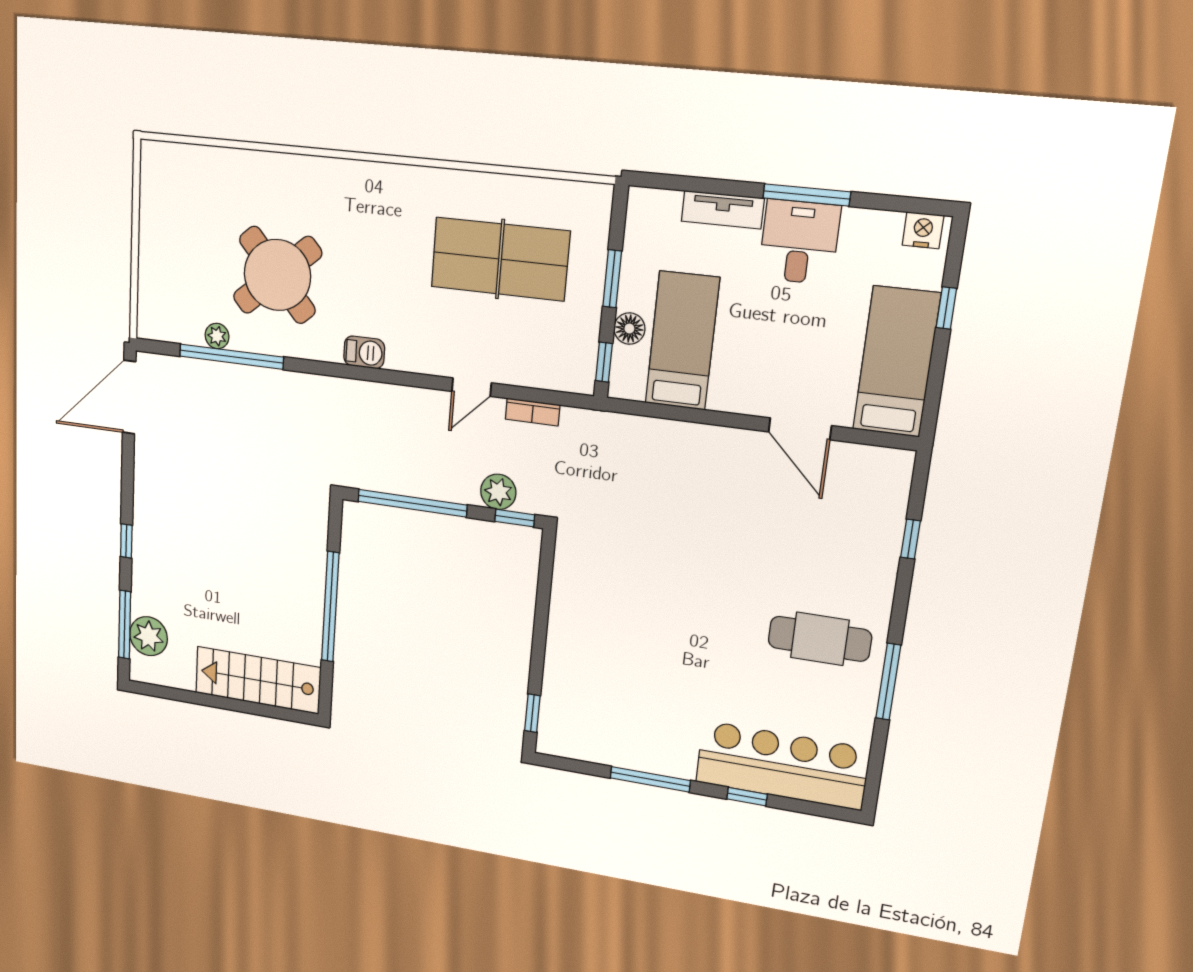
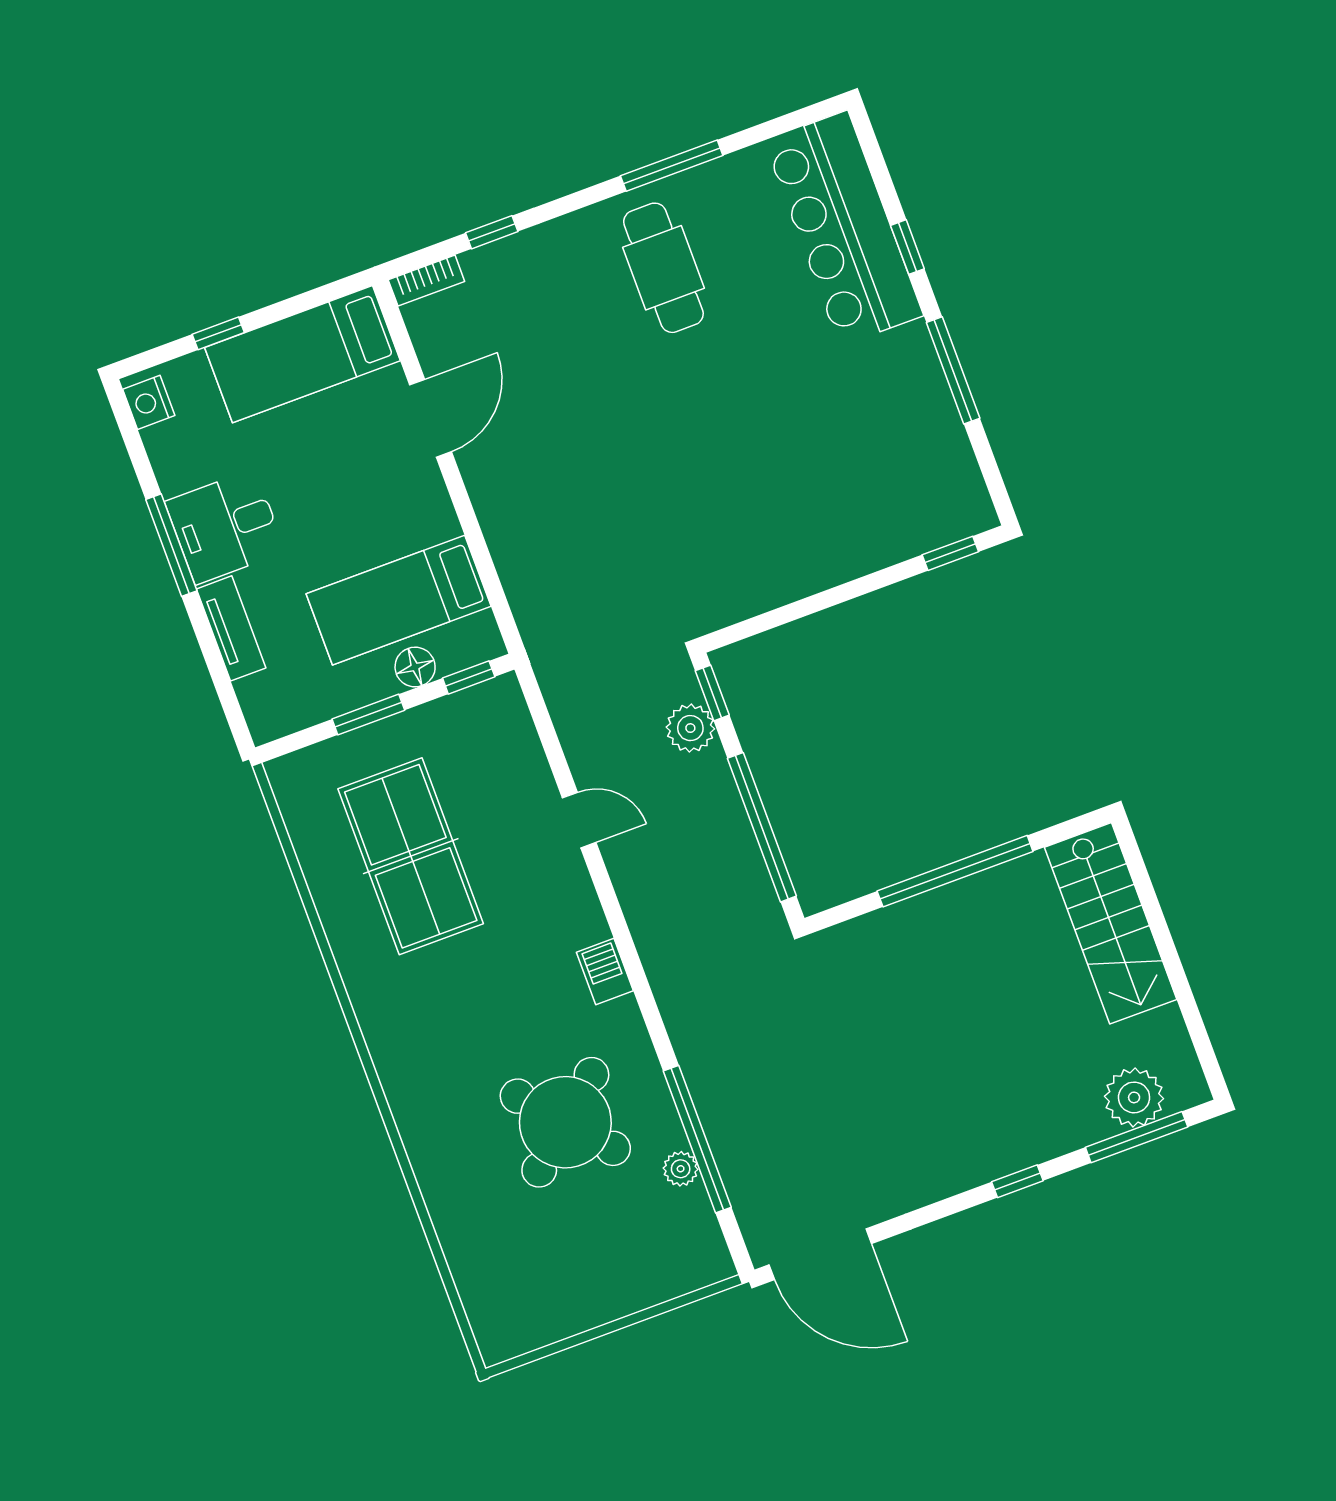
bookcase: (533, 412) -> (426, 281), moved, turned 90

